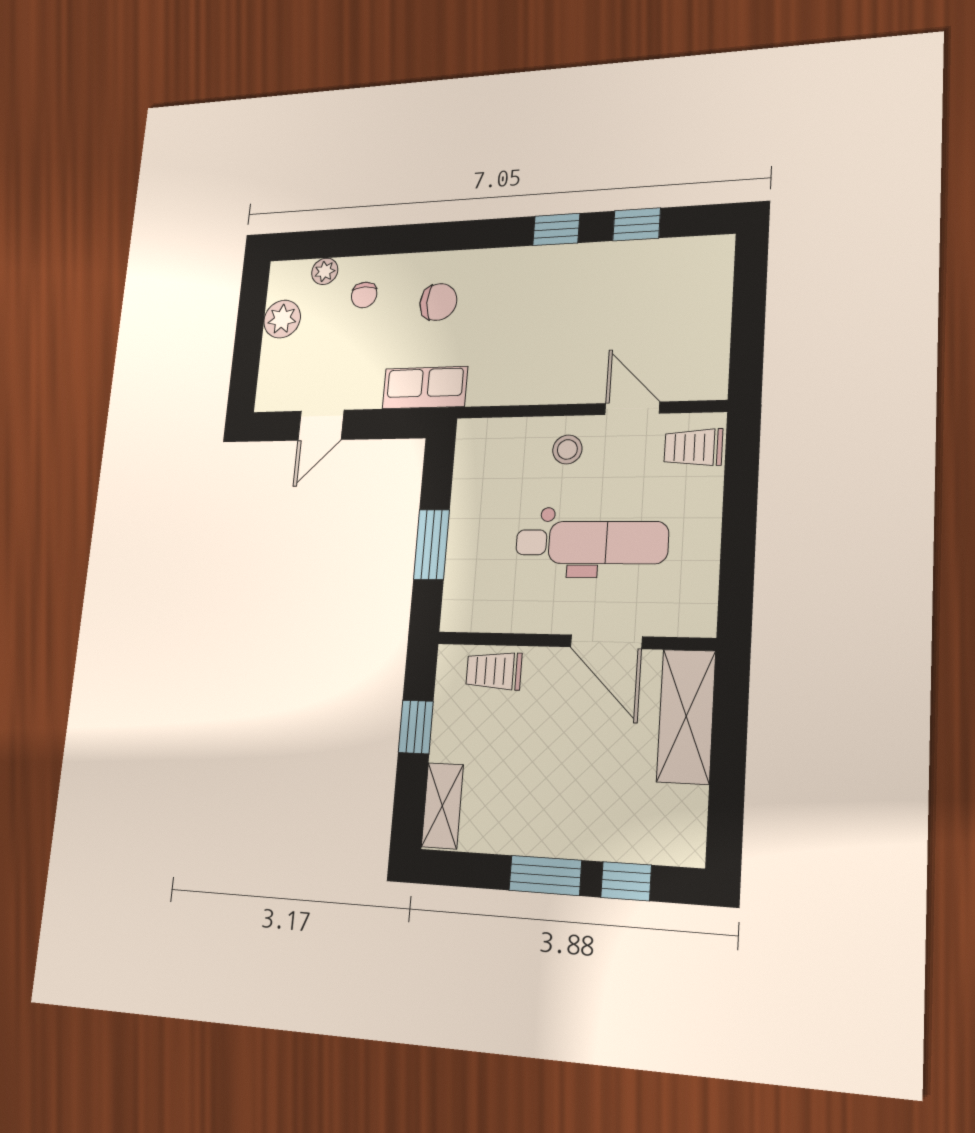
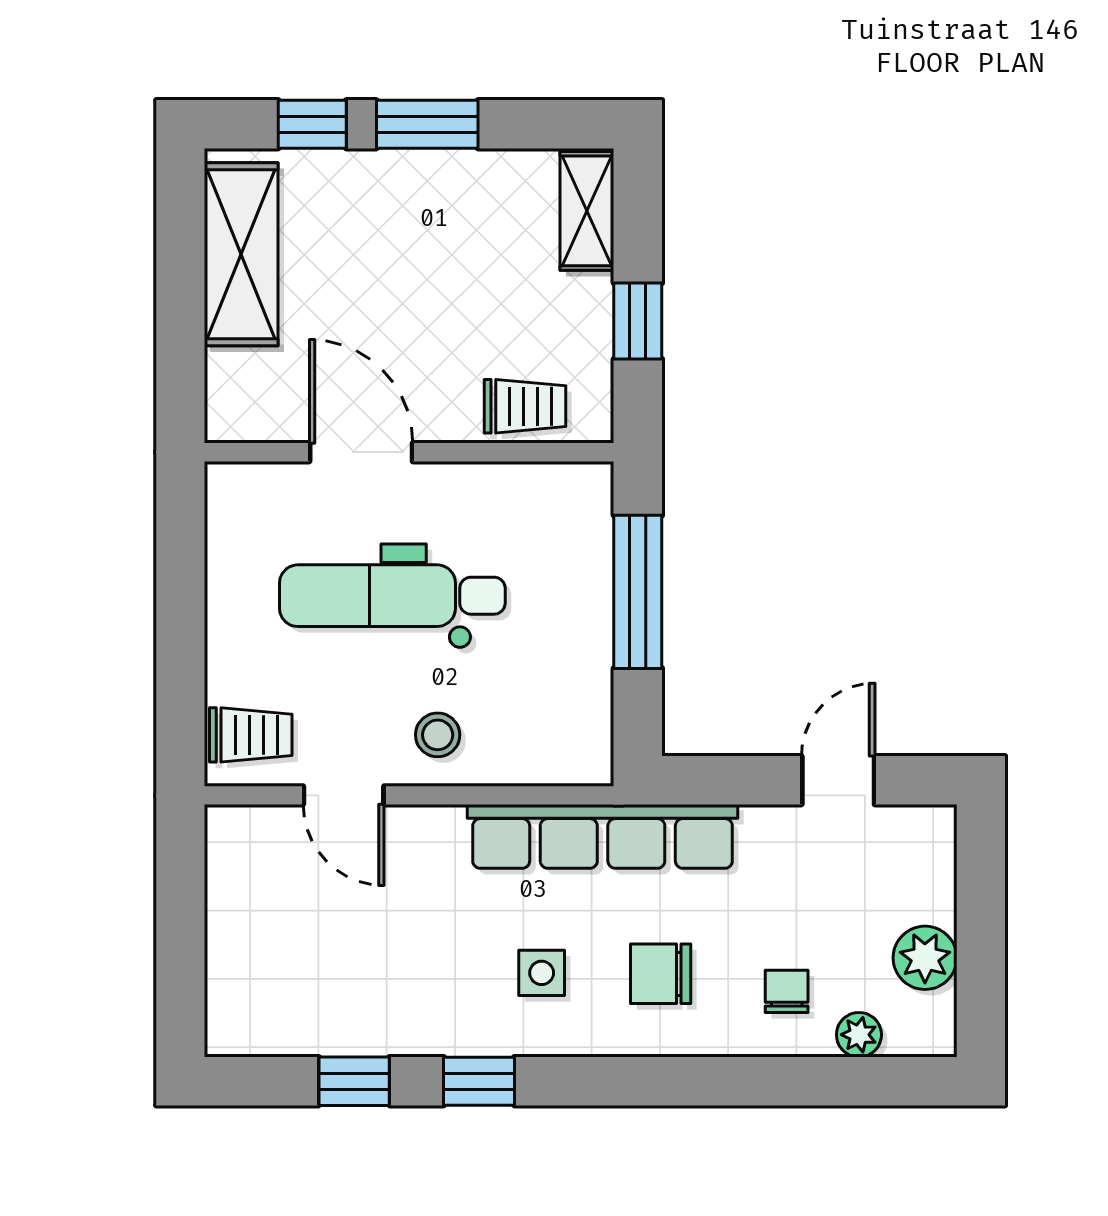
side table: (512, 299) -> (542, 973), added
row of seats: (425, 388) -> (603, 836), width x2.02
window: (431, 545) -> (638, 592), width x1.44
shelving: (686, 716) -> (241, 254), moved

